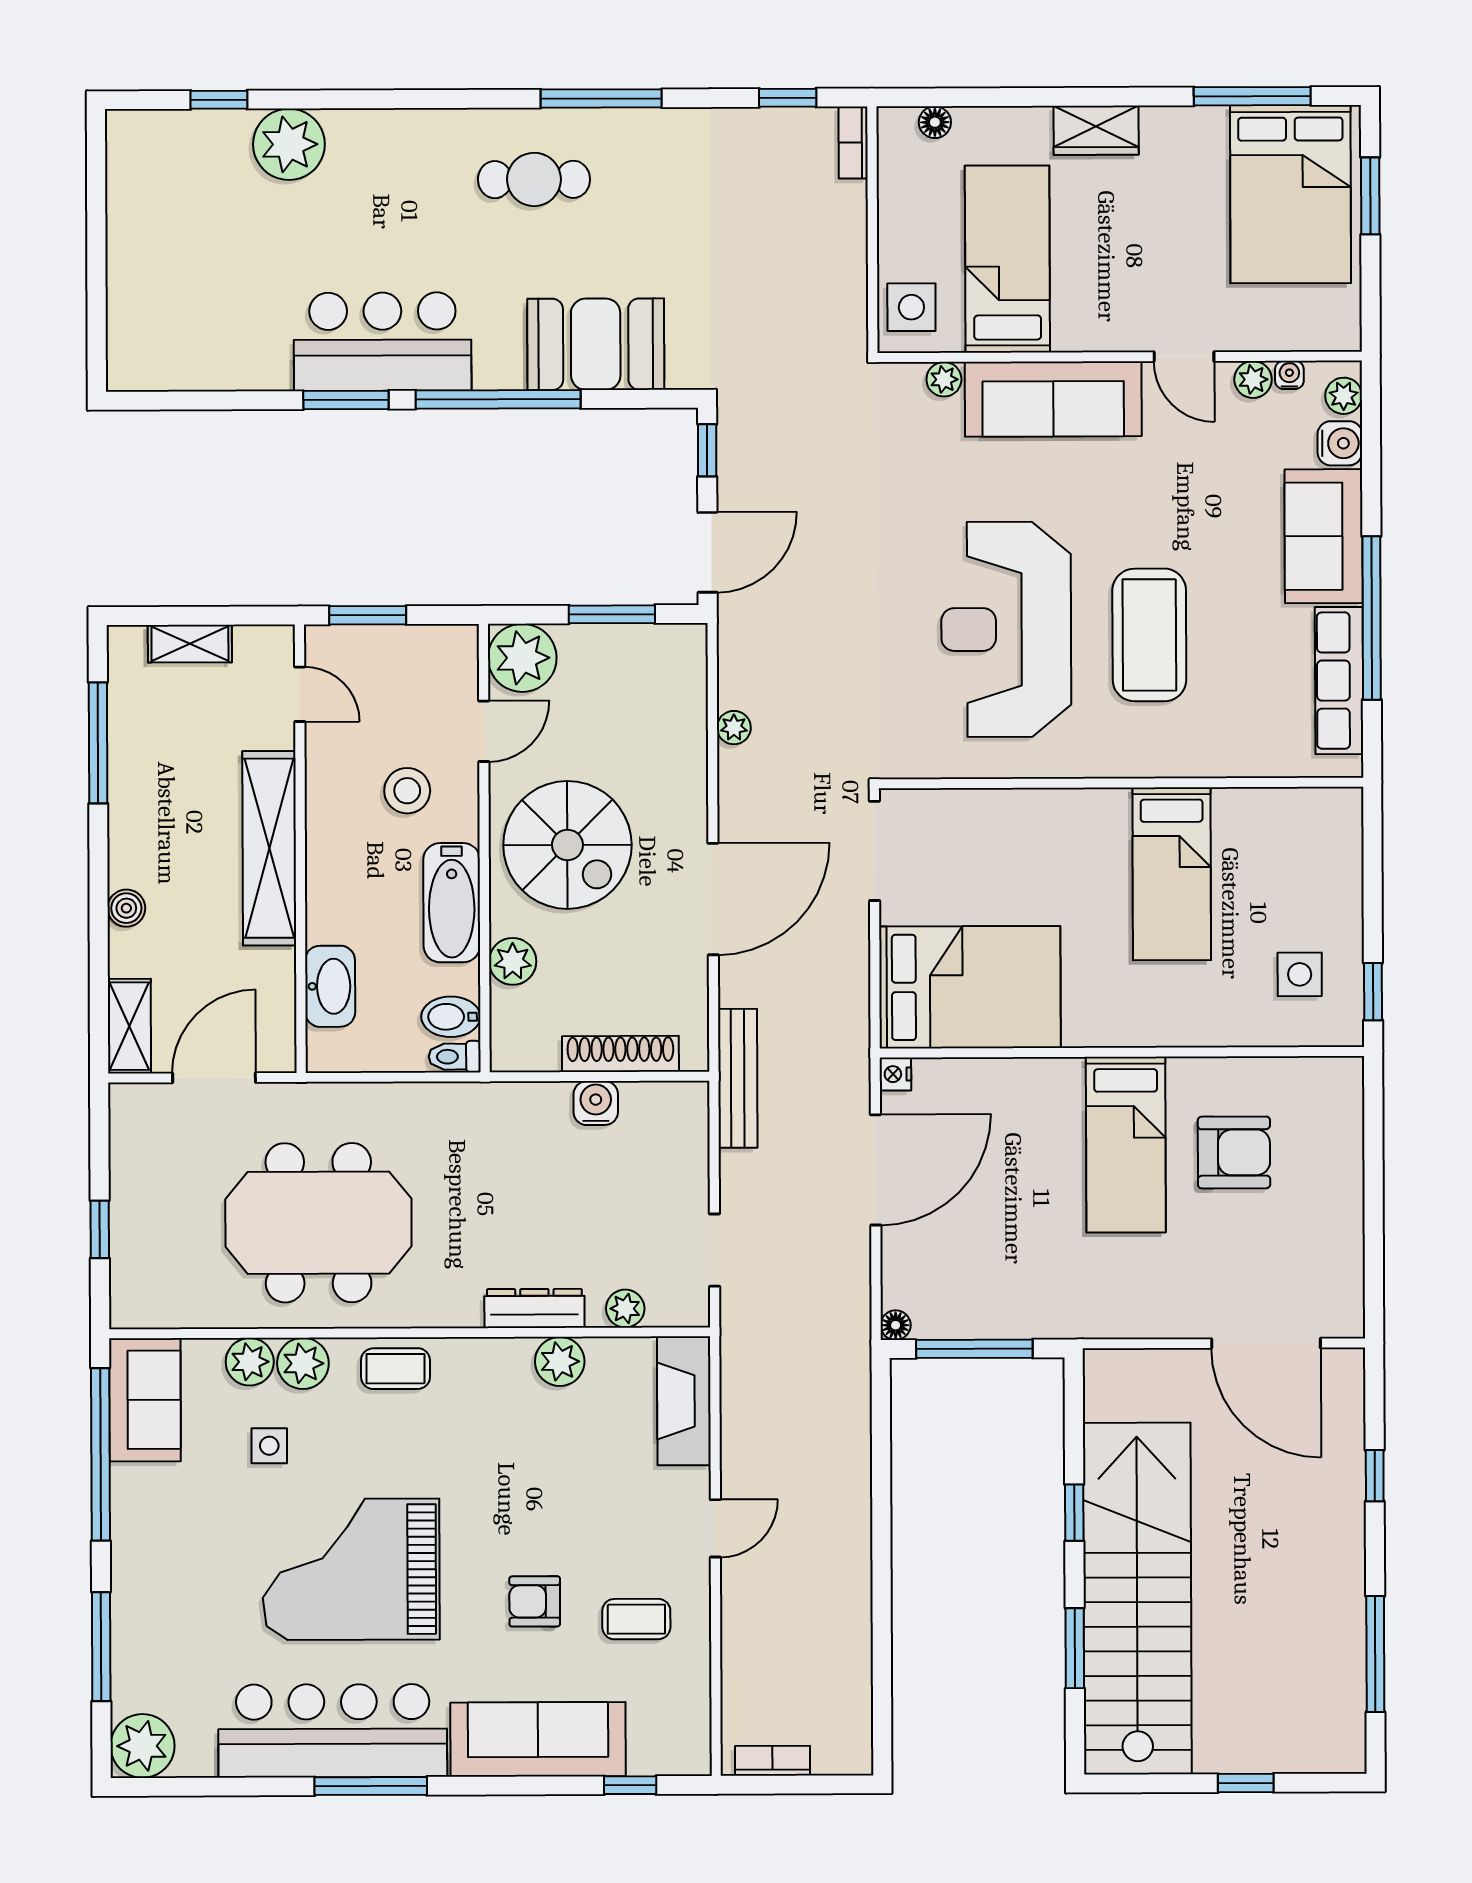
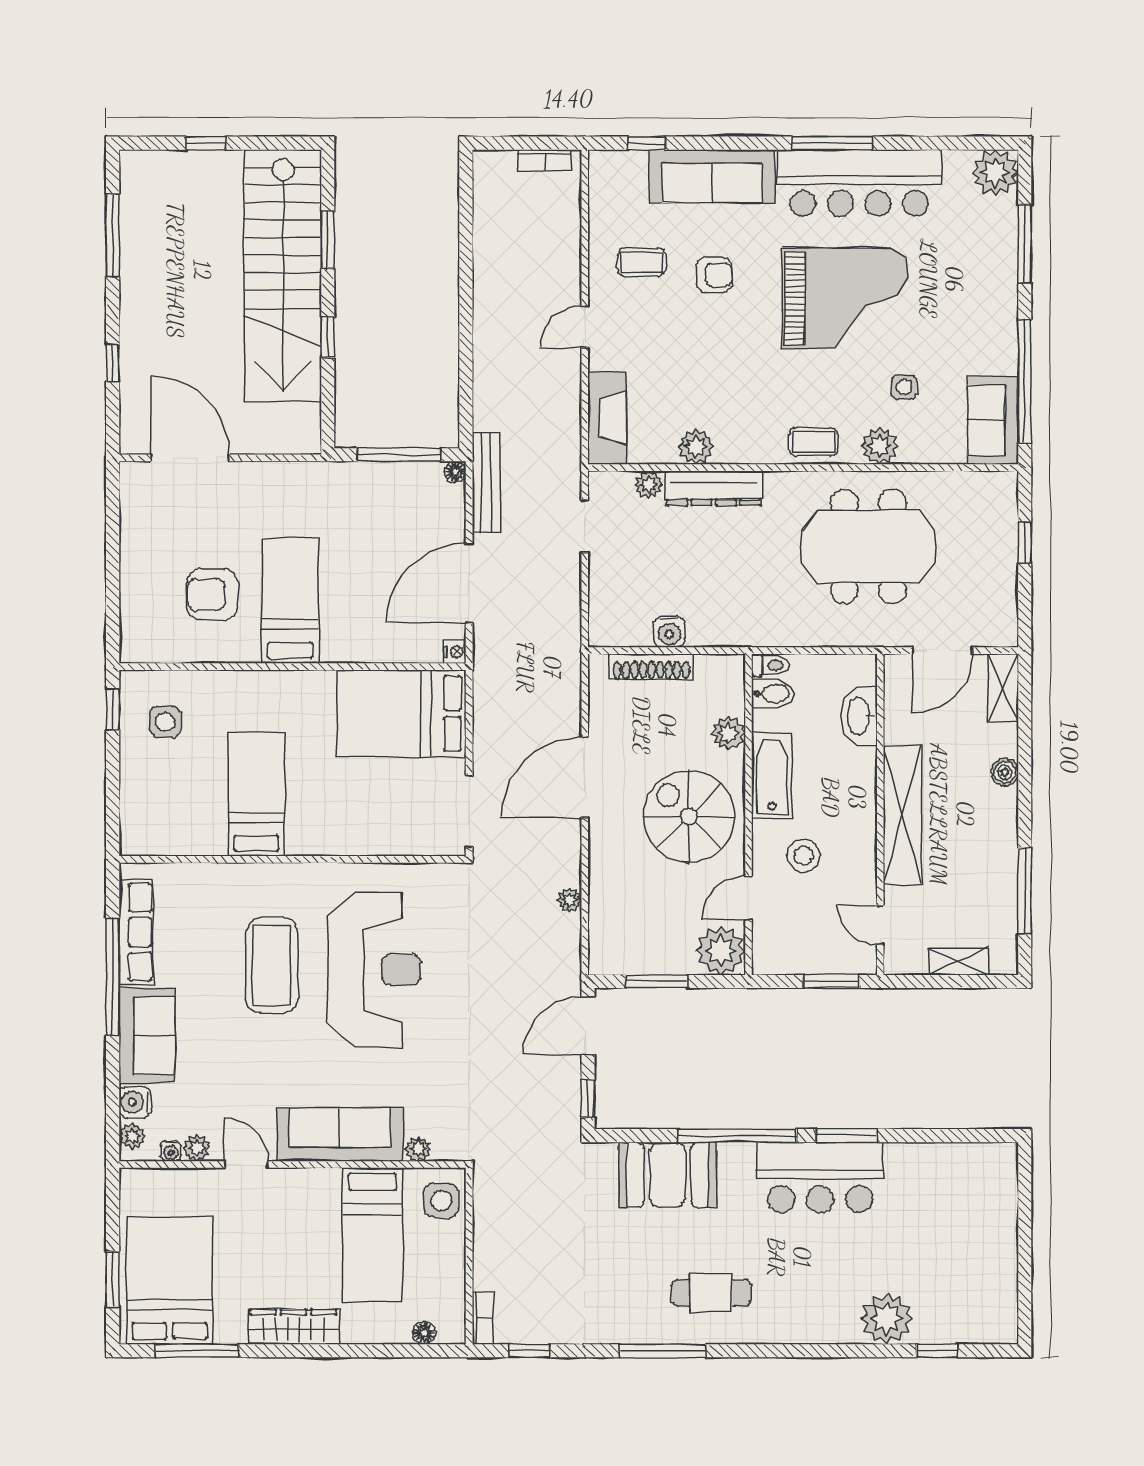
wardrobe: (1096, 130) -> (294, 1327), width x1.50
bench: (738, 1078) -> (486, 483), moved
dresser: (534, 1308) -> (714, 488), width x1.37, depth x1.24
plant: (250, 1362) -> (918, 447), removed

